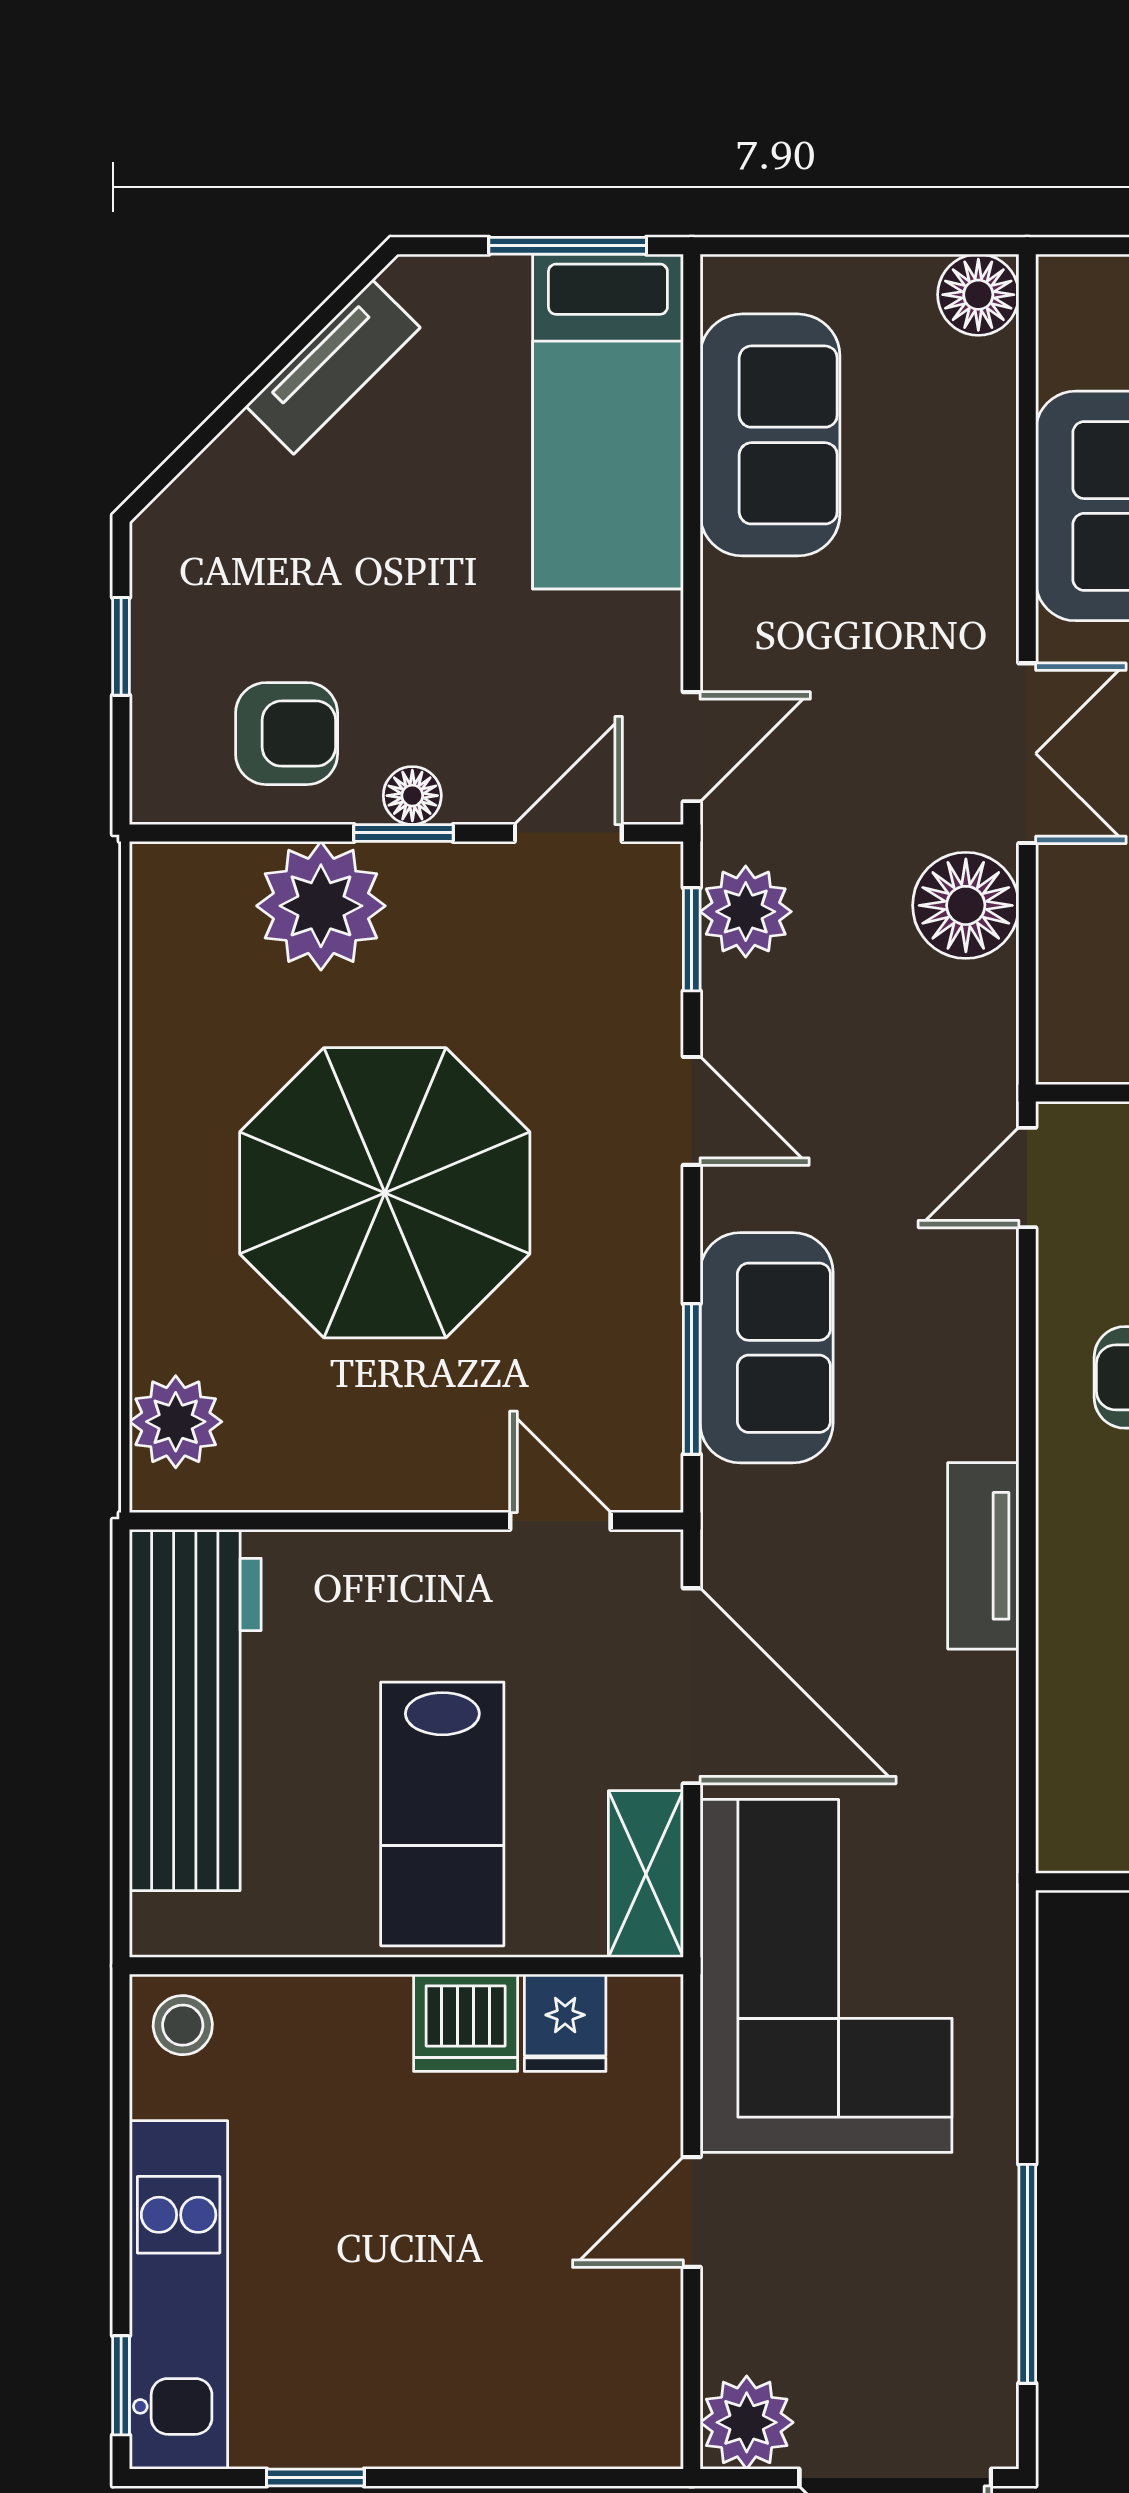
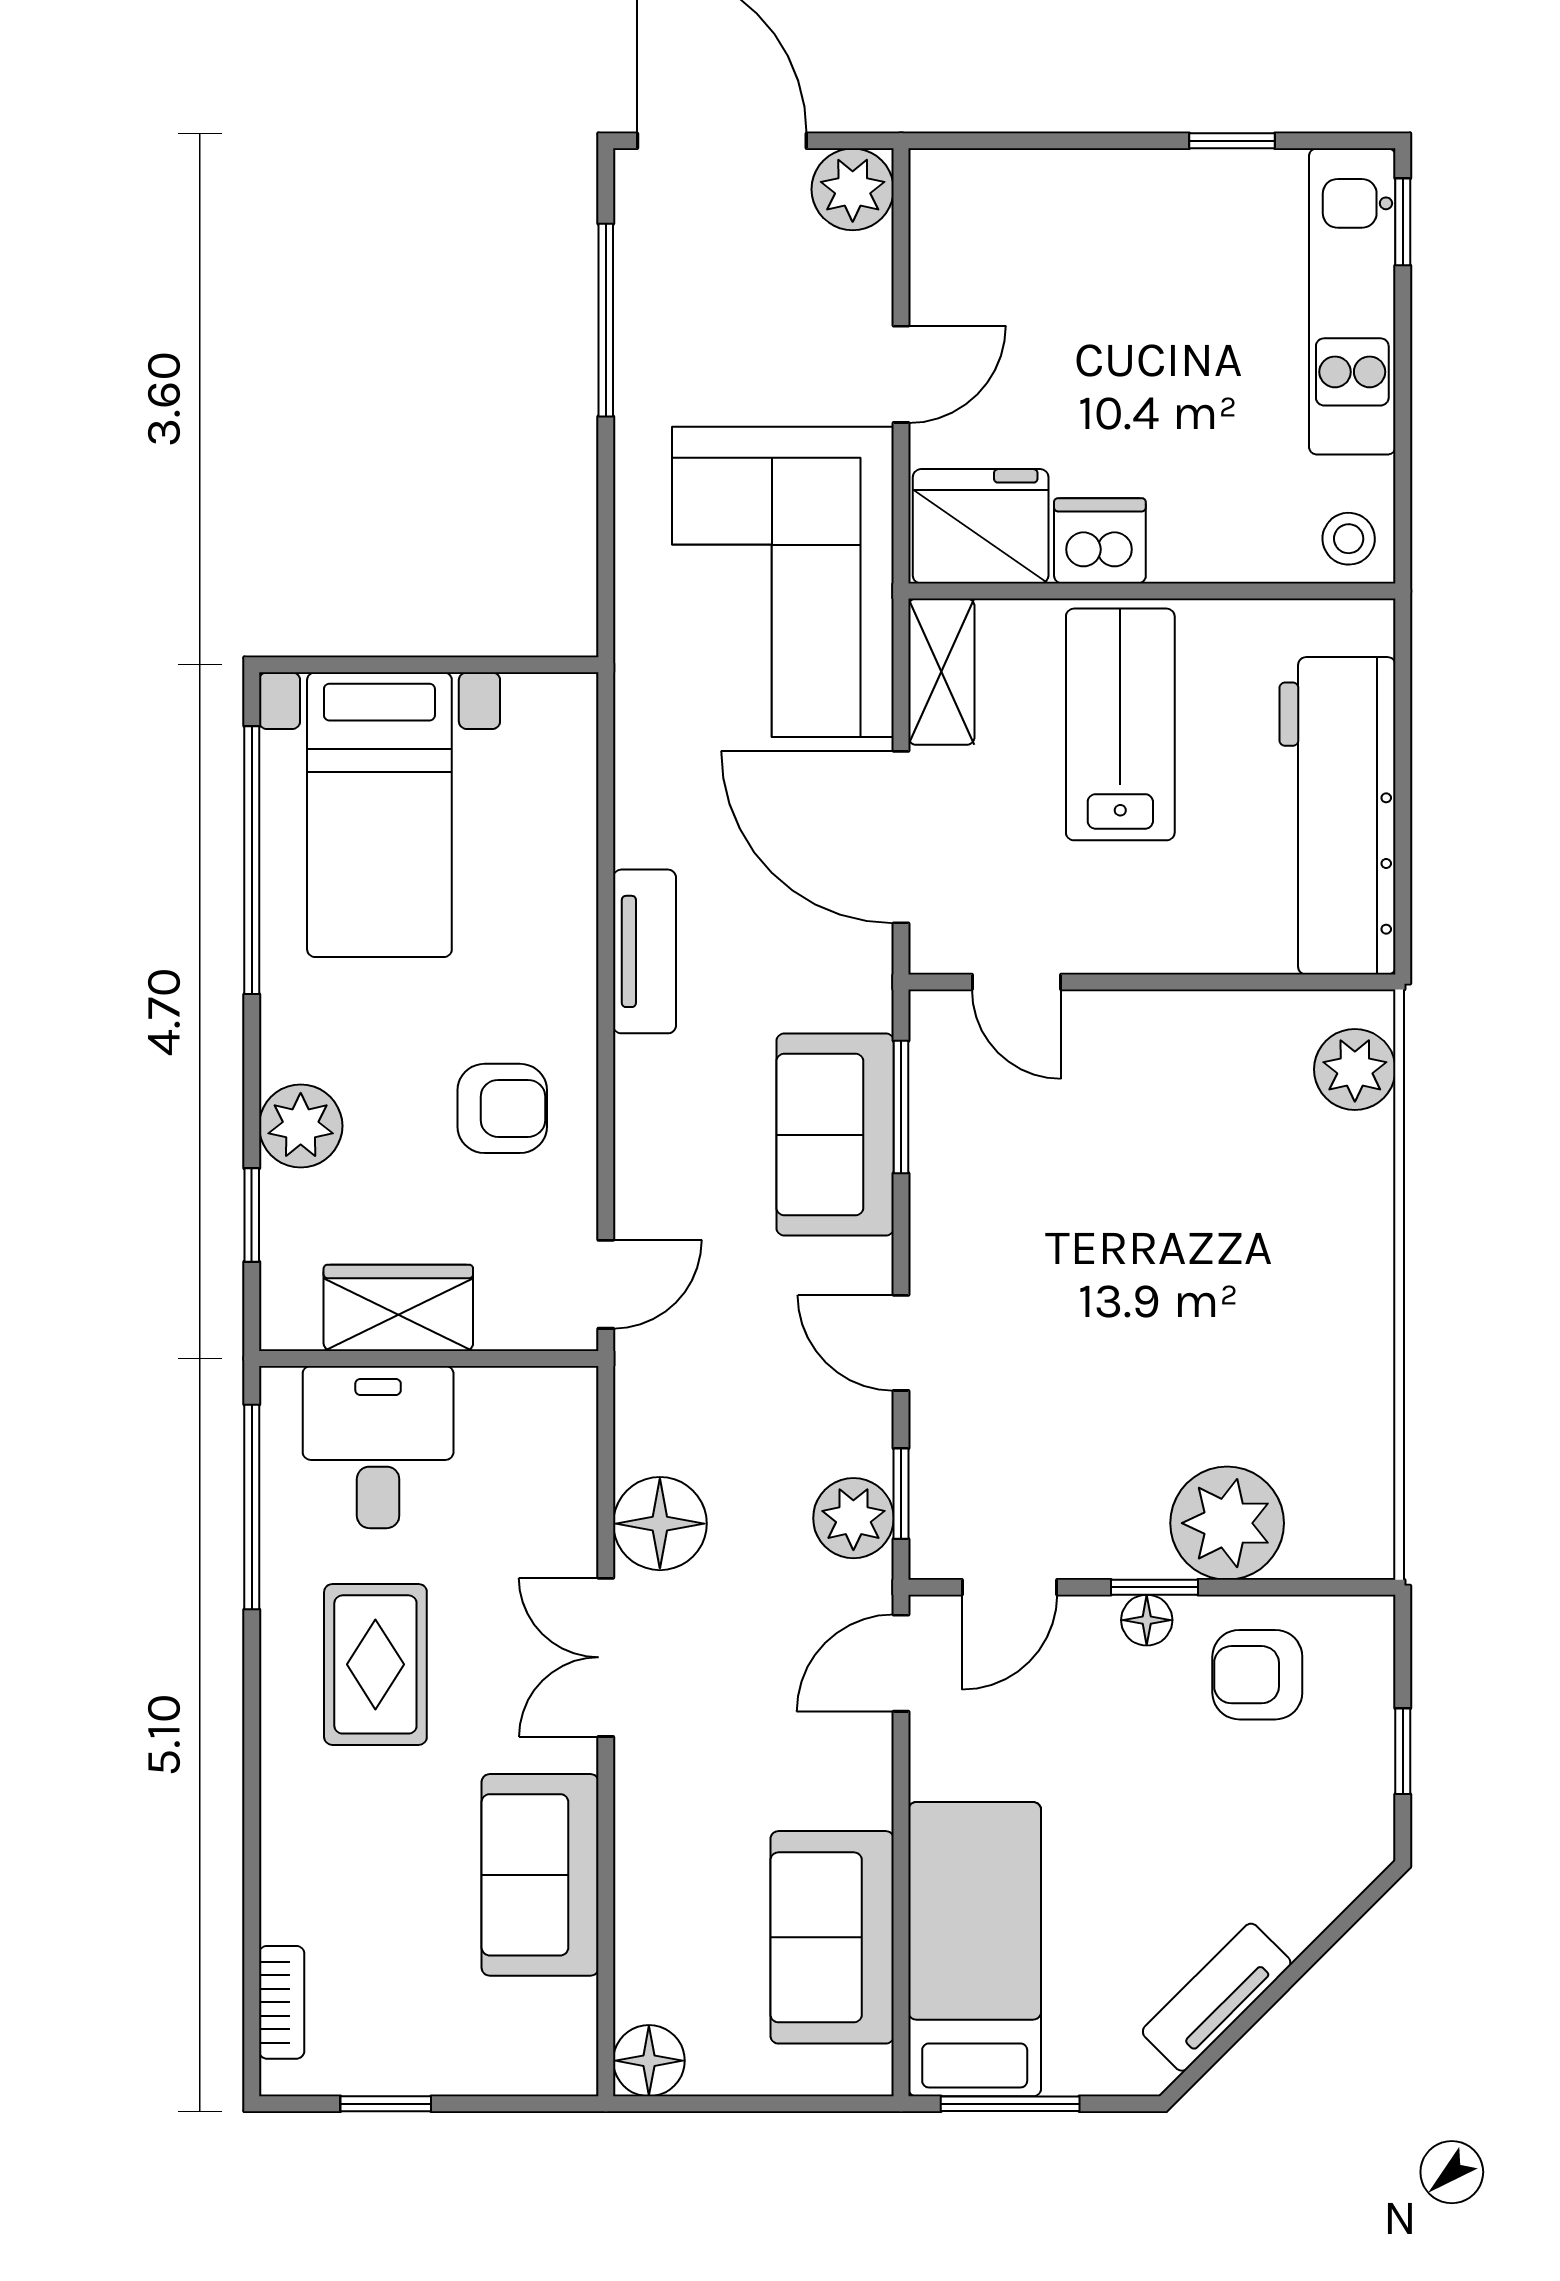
parasol: (385, 1193) -> (1171, 1271), removed
fridge: (565, 2023) -> (981, 526), width x1.88, depth x1.34

